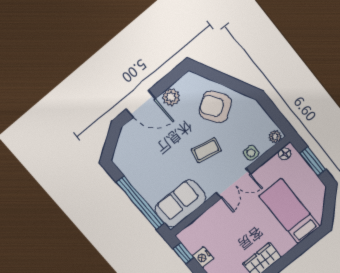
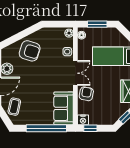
armchair: (215, 107) -> (30, 51), turned -128
coffee table: (206, 150) -> (14, 107), moved
armchair: (220, 216) -> (86, 94), added
nightstand: (203, 257) -> (83, 120), moved

